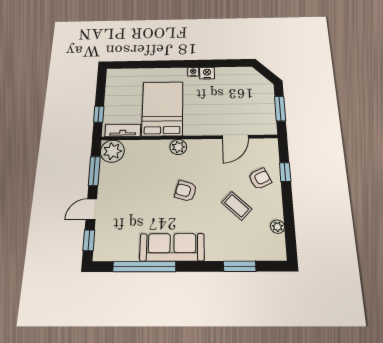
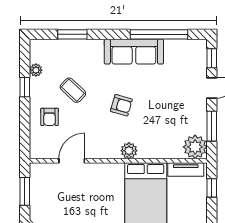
window: (285, 172) -> (25, 87), moved
armchair: (260, 179) -> (50, 117), turned -65

